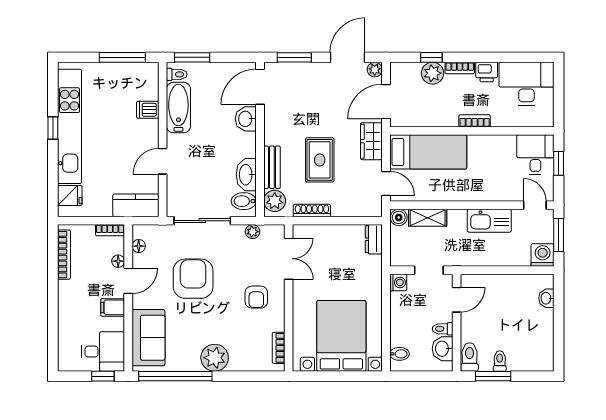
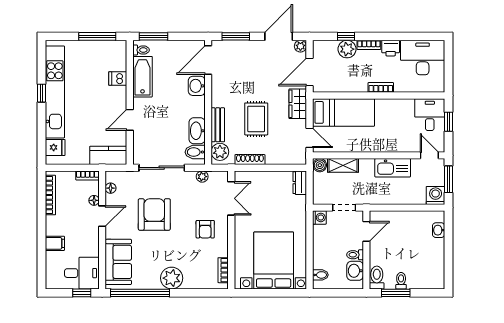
filing cabinet: (113, 307) -> (55, 243), moved, turned 180

